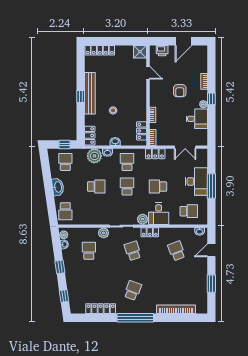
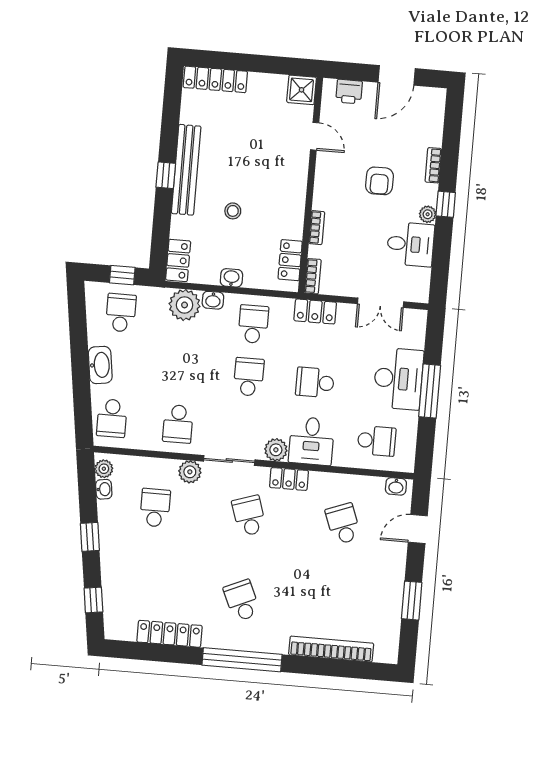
school desk: (96, 187) -> (178, 424), moved, turned 90
school desk: (133, 290) -> (242, 601), turned -45

